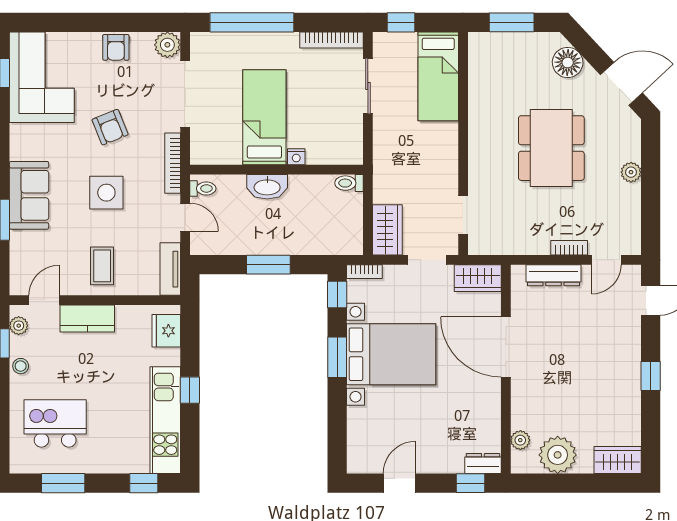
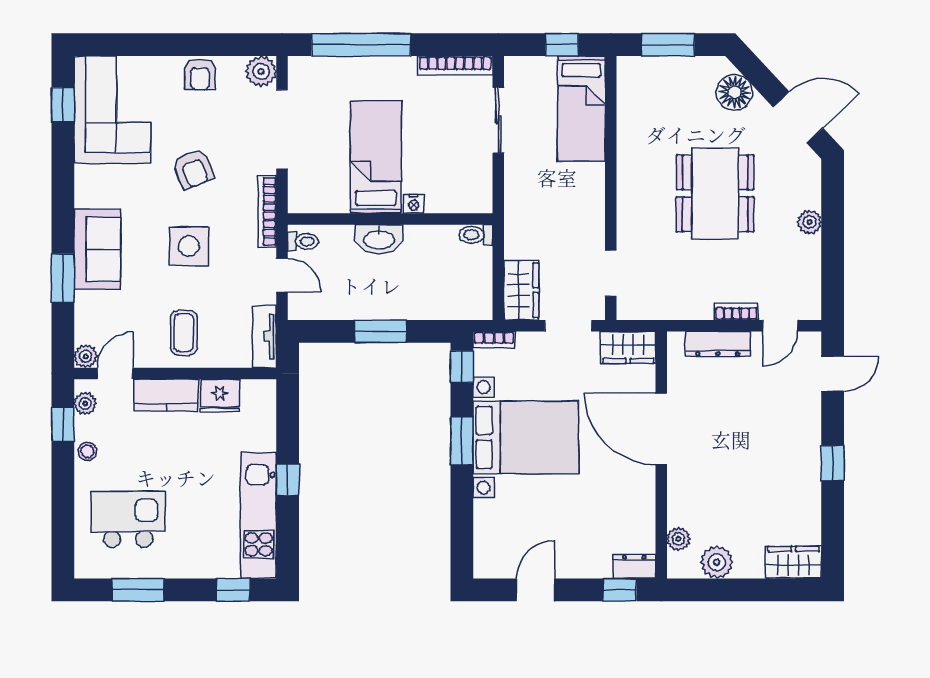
window: (401, 22) -> (562, 45), moved
plant: (19, 286) -> (86, 356), added
fridge: (166, 331) -> (220, 396), moved, turned -90
plant: (558, 455) -> (717, 562), width x0.73, depth x0.73

